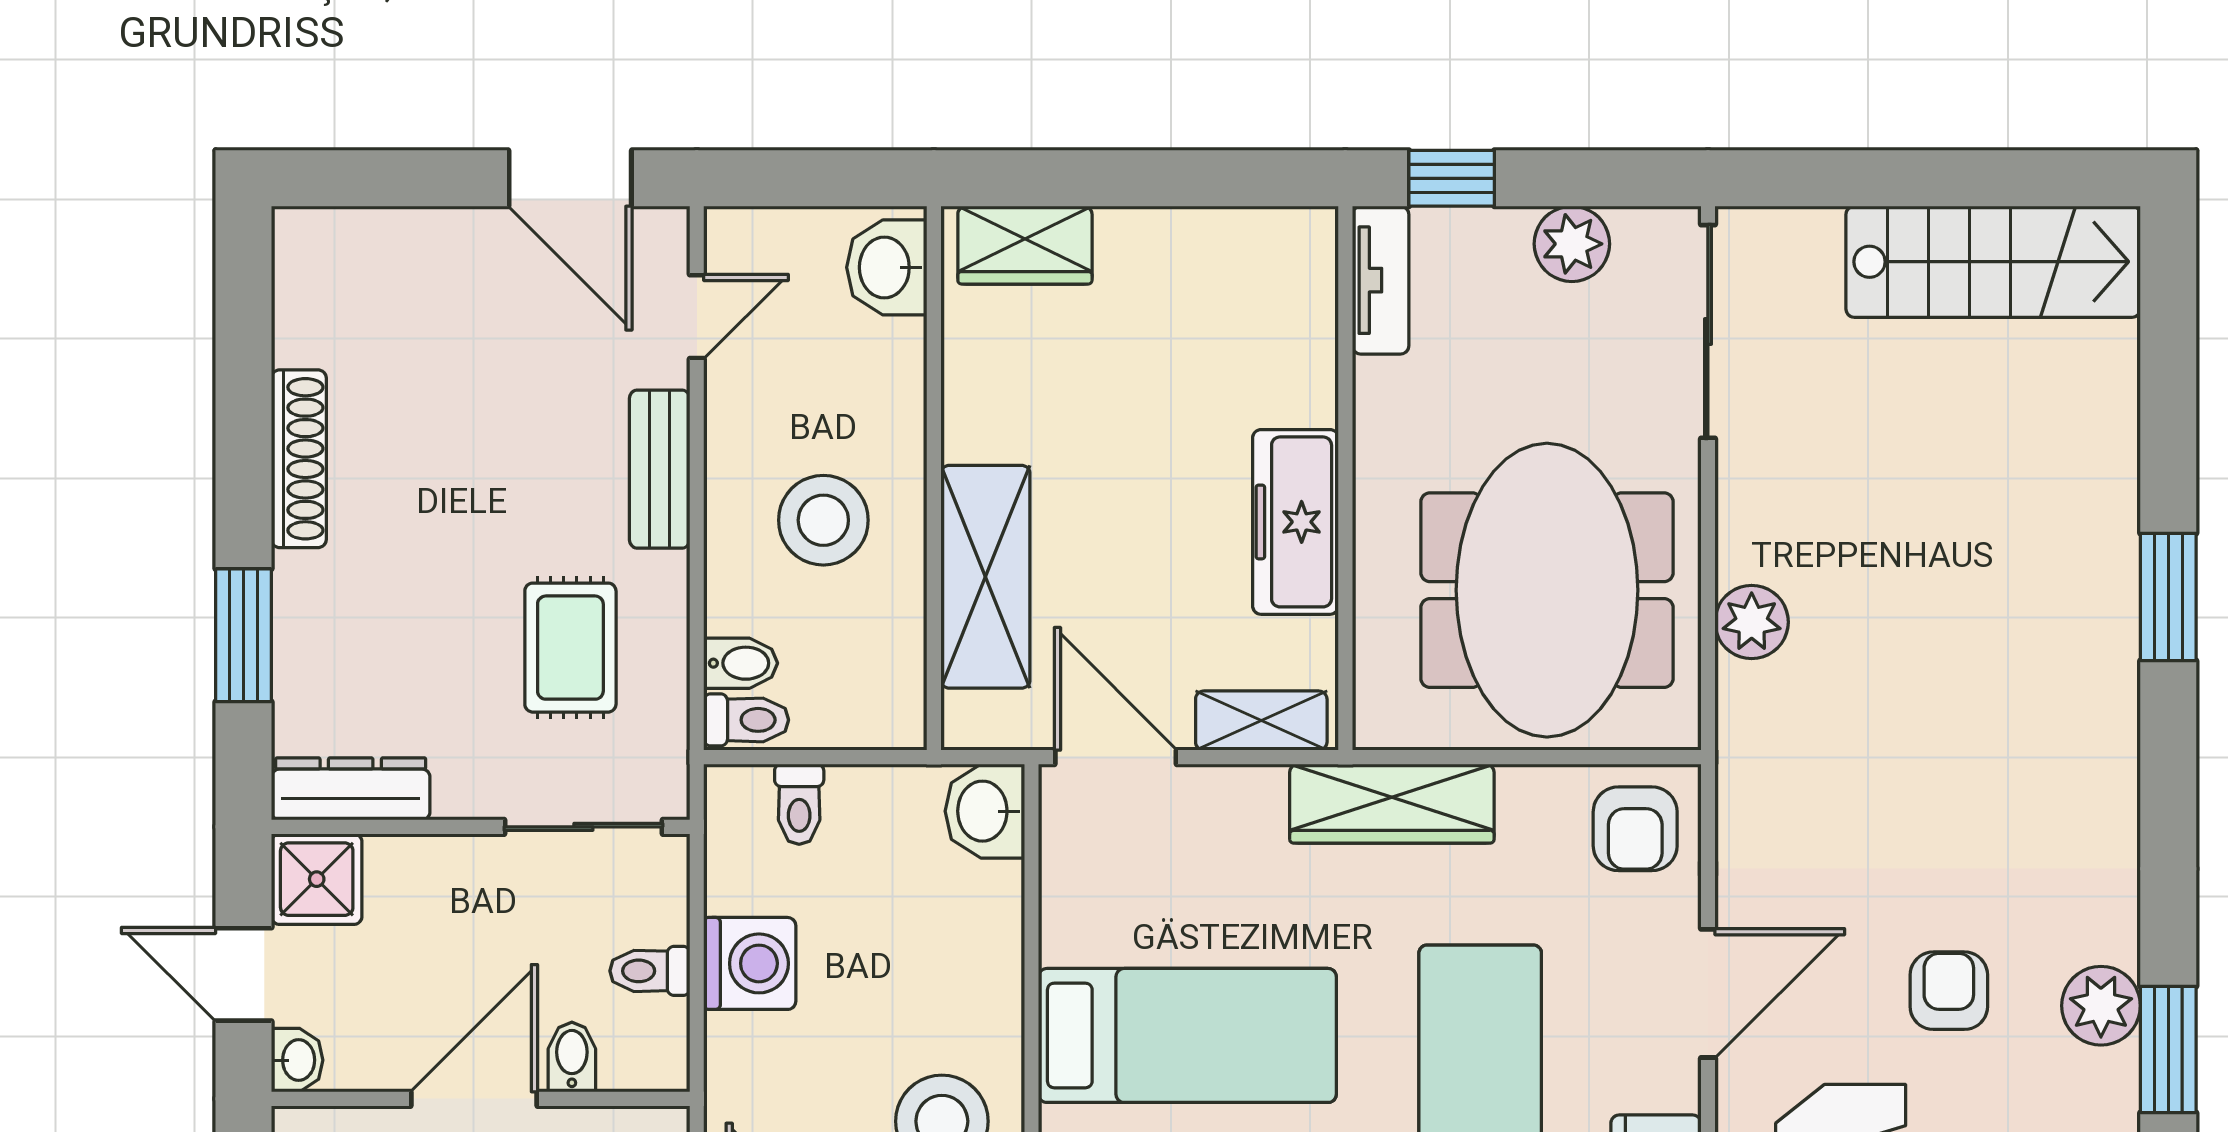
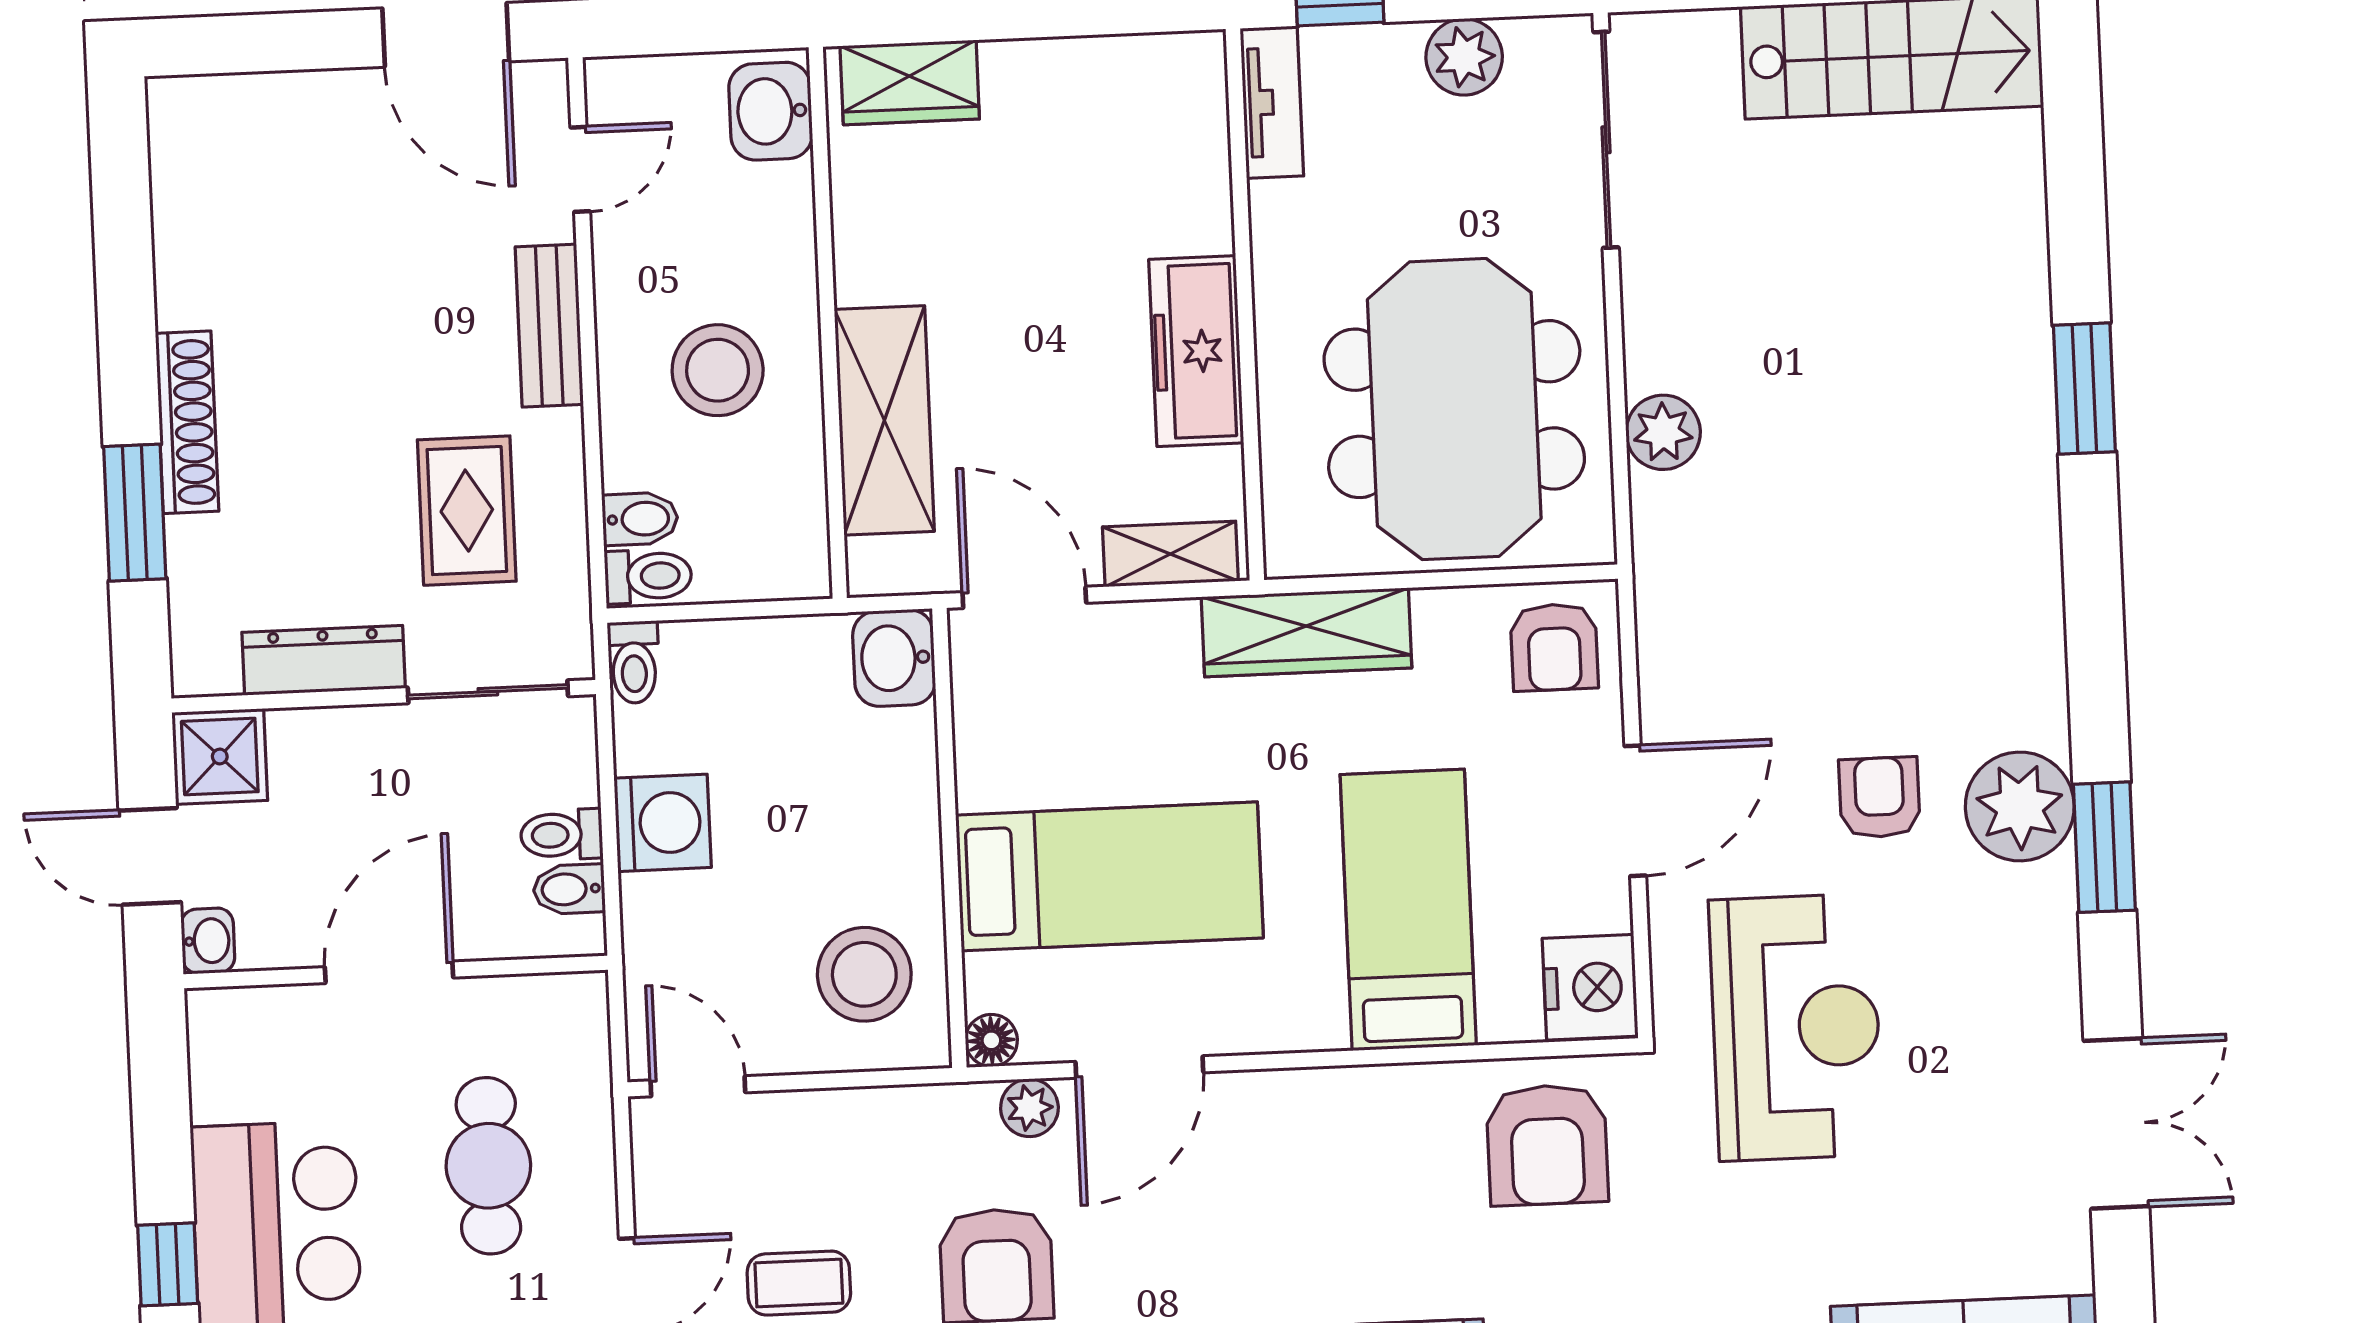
shoe rack: (299, 459) -> (187, 422), moved
dresser: (351, 789) -> (324, 660), moved
toilet: (799, 804) -> (634, 662), moved
plant: (2101, 1006) -> (2020, 806), width x1.36, depth x1.36
bidet: (572, 1057) -> (569, 889), moved, turned -90

